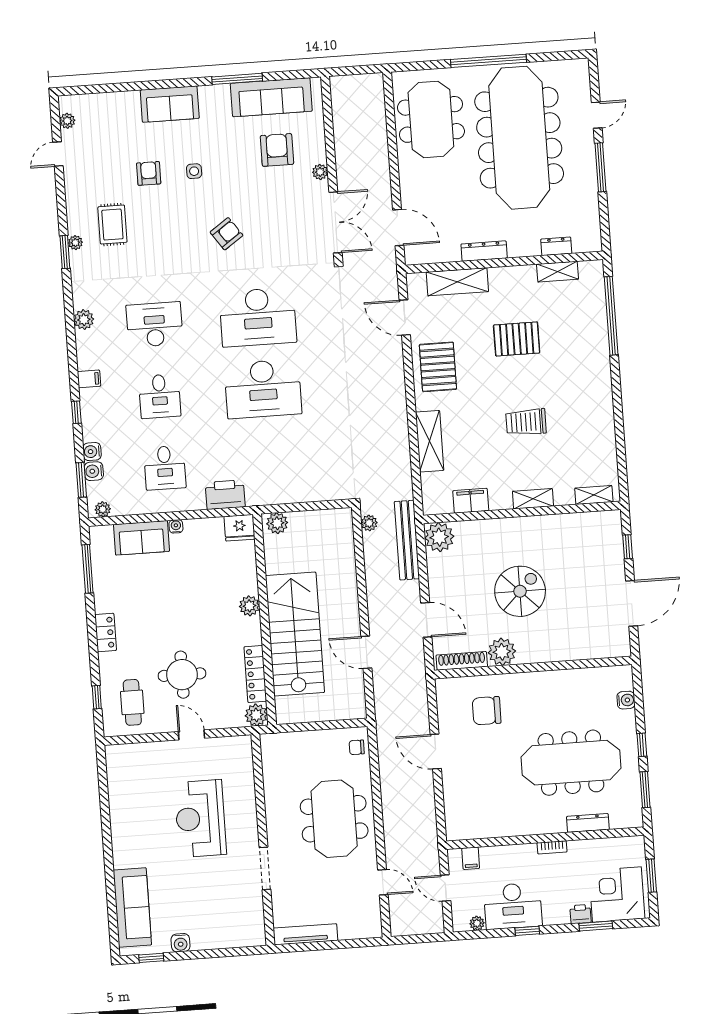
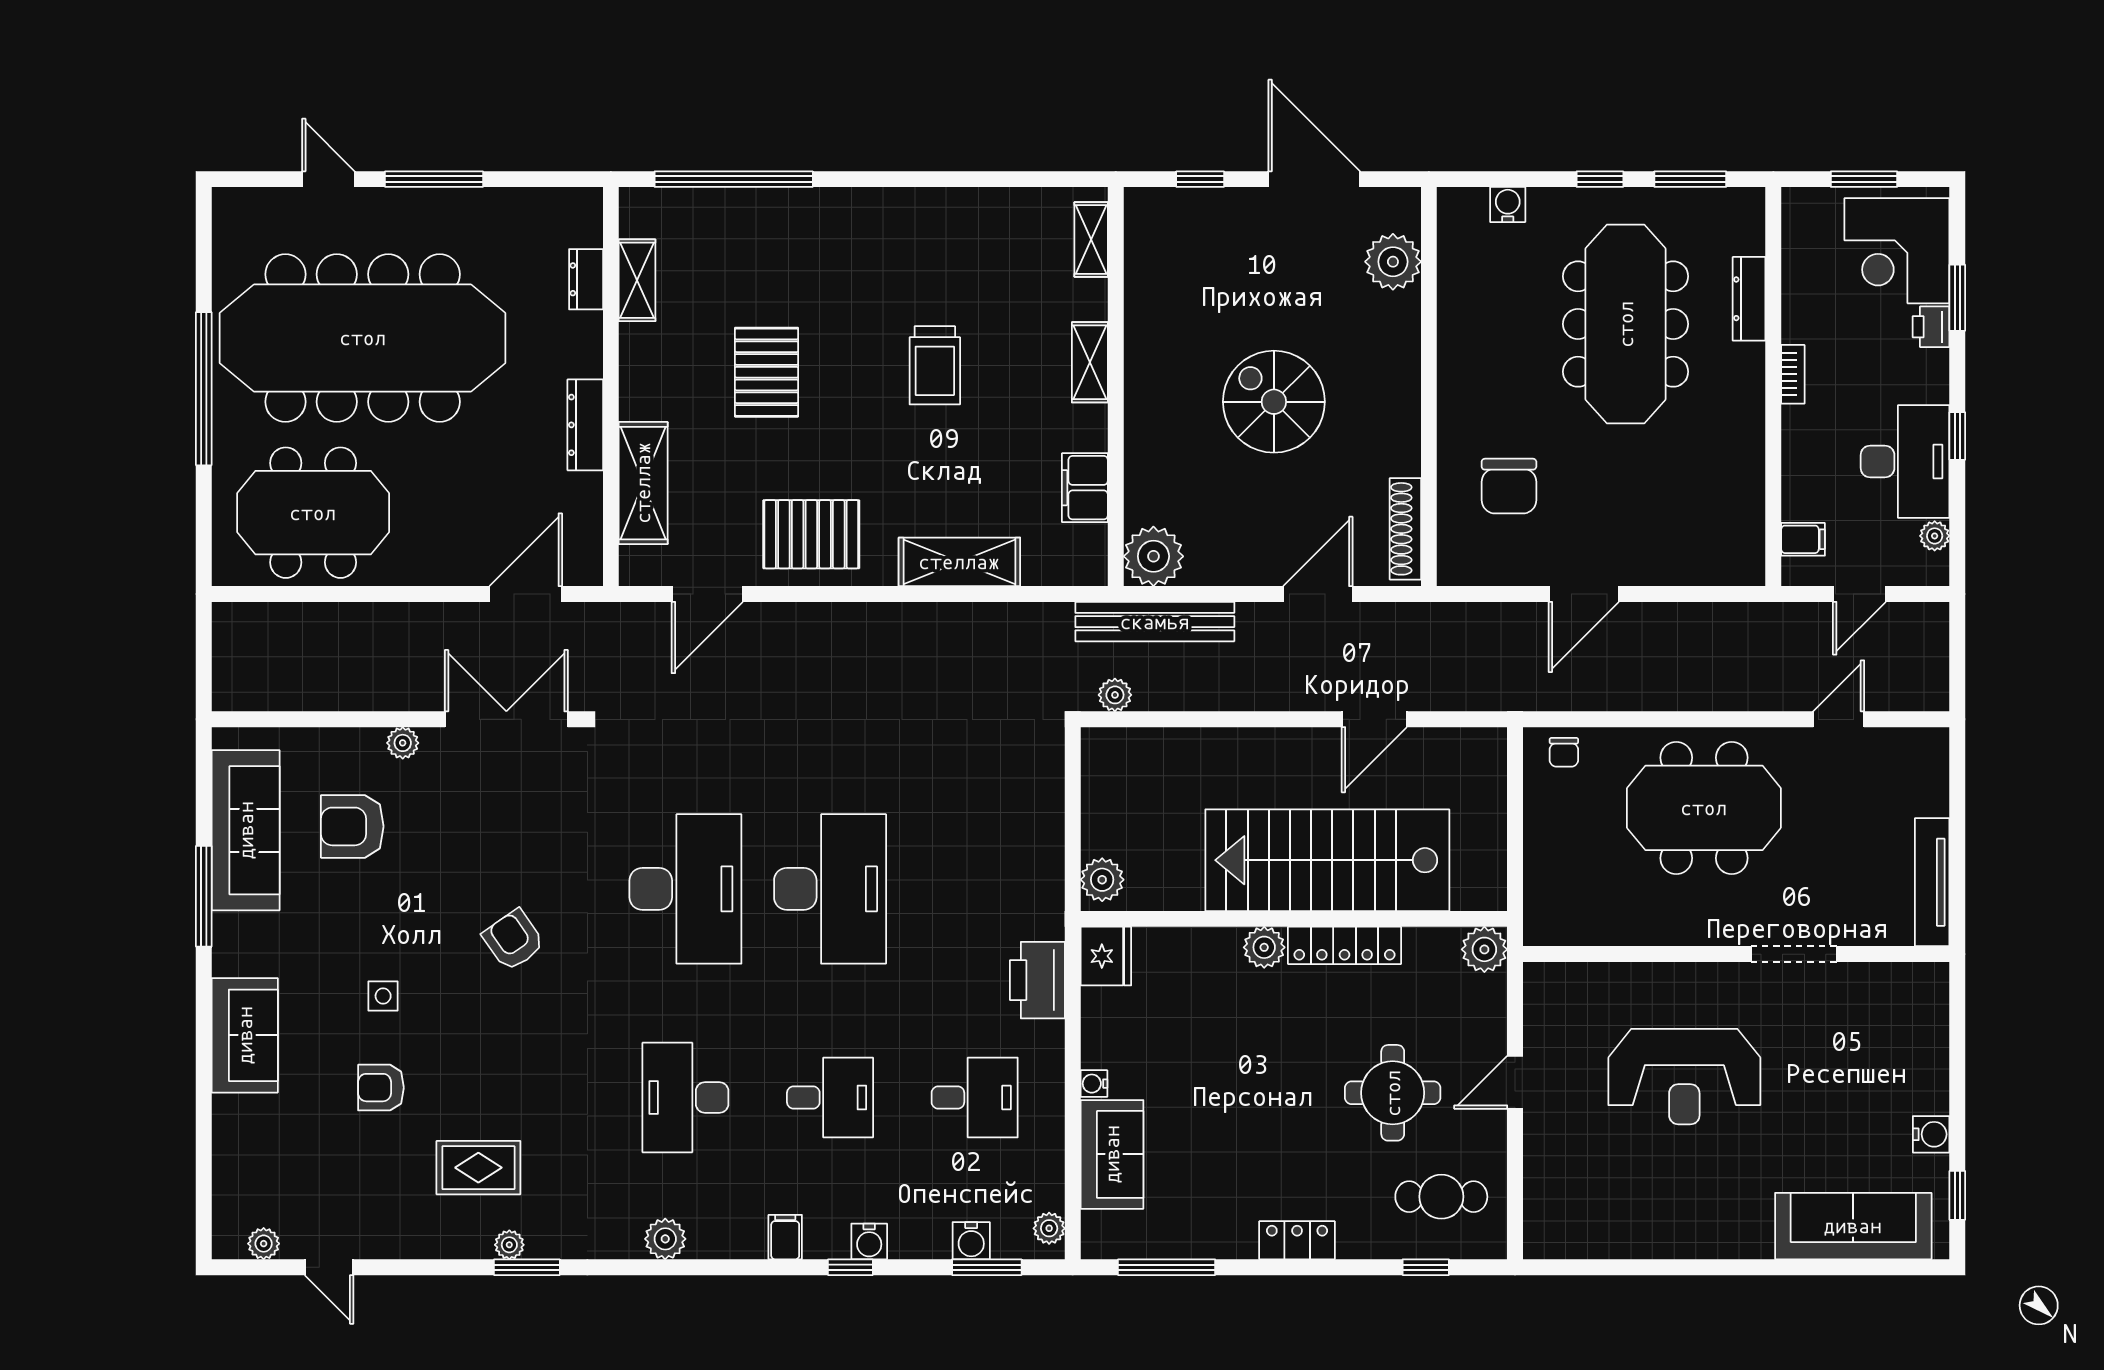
water cooler: (92, 452) -> (869, 1241), moved
plant: (502, 652) -> (1393, 262), moved
locker: (255, 674) -> (1344, 945), moved

